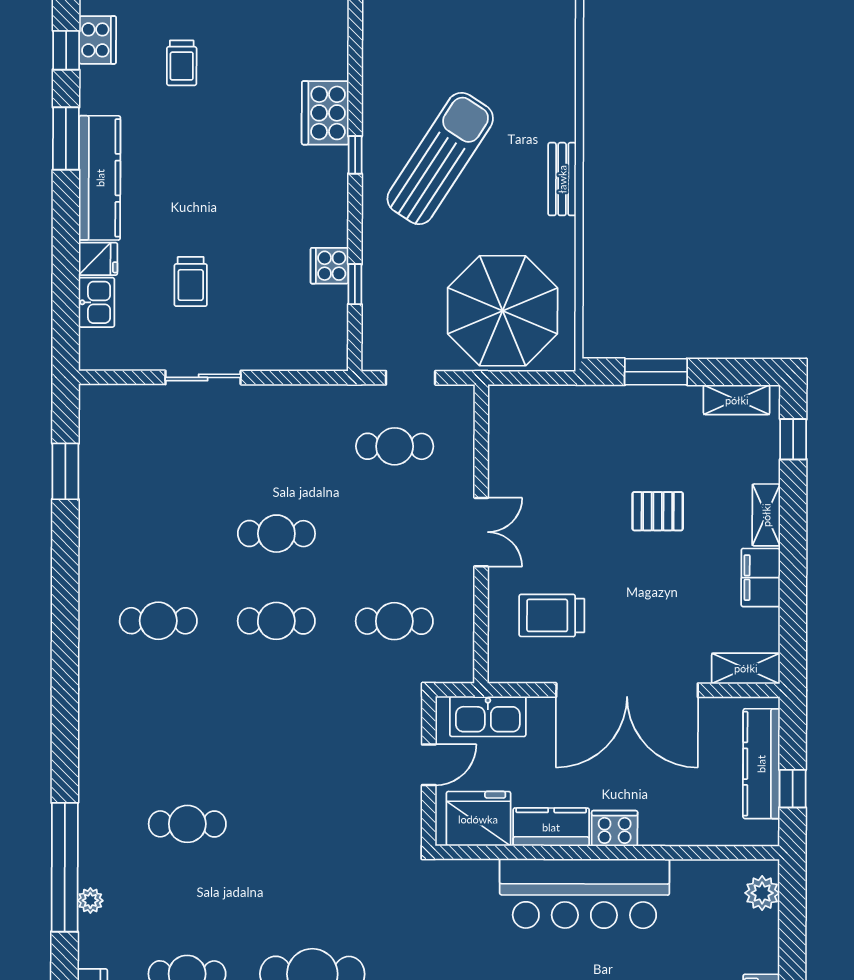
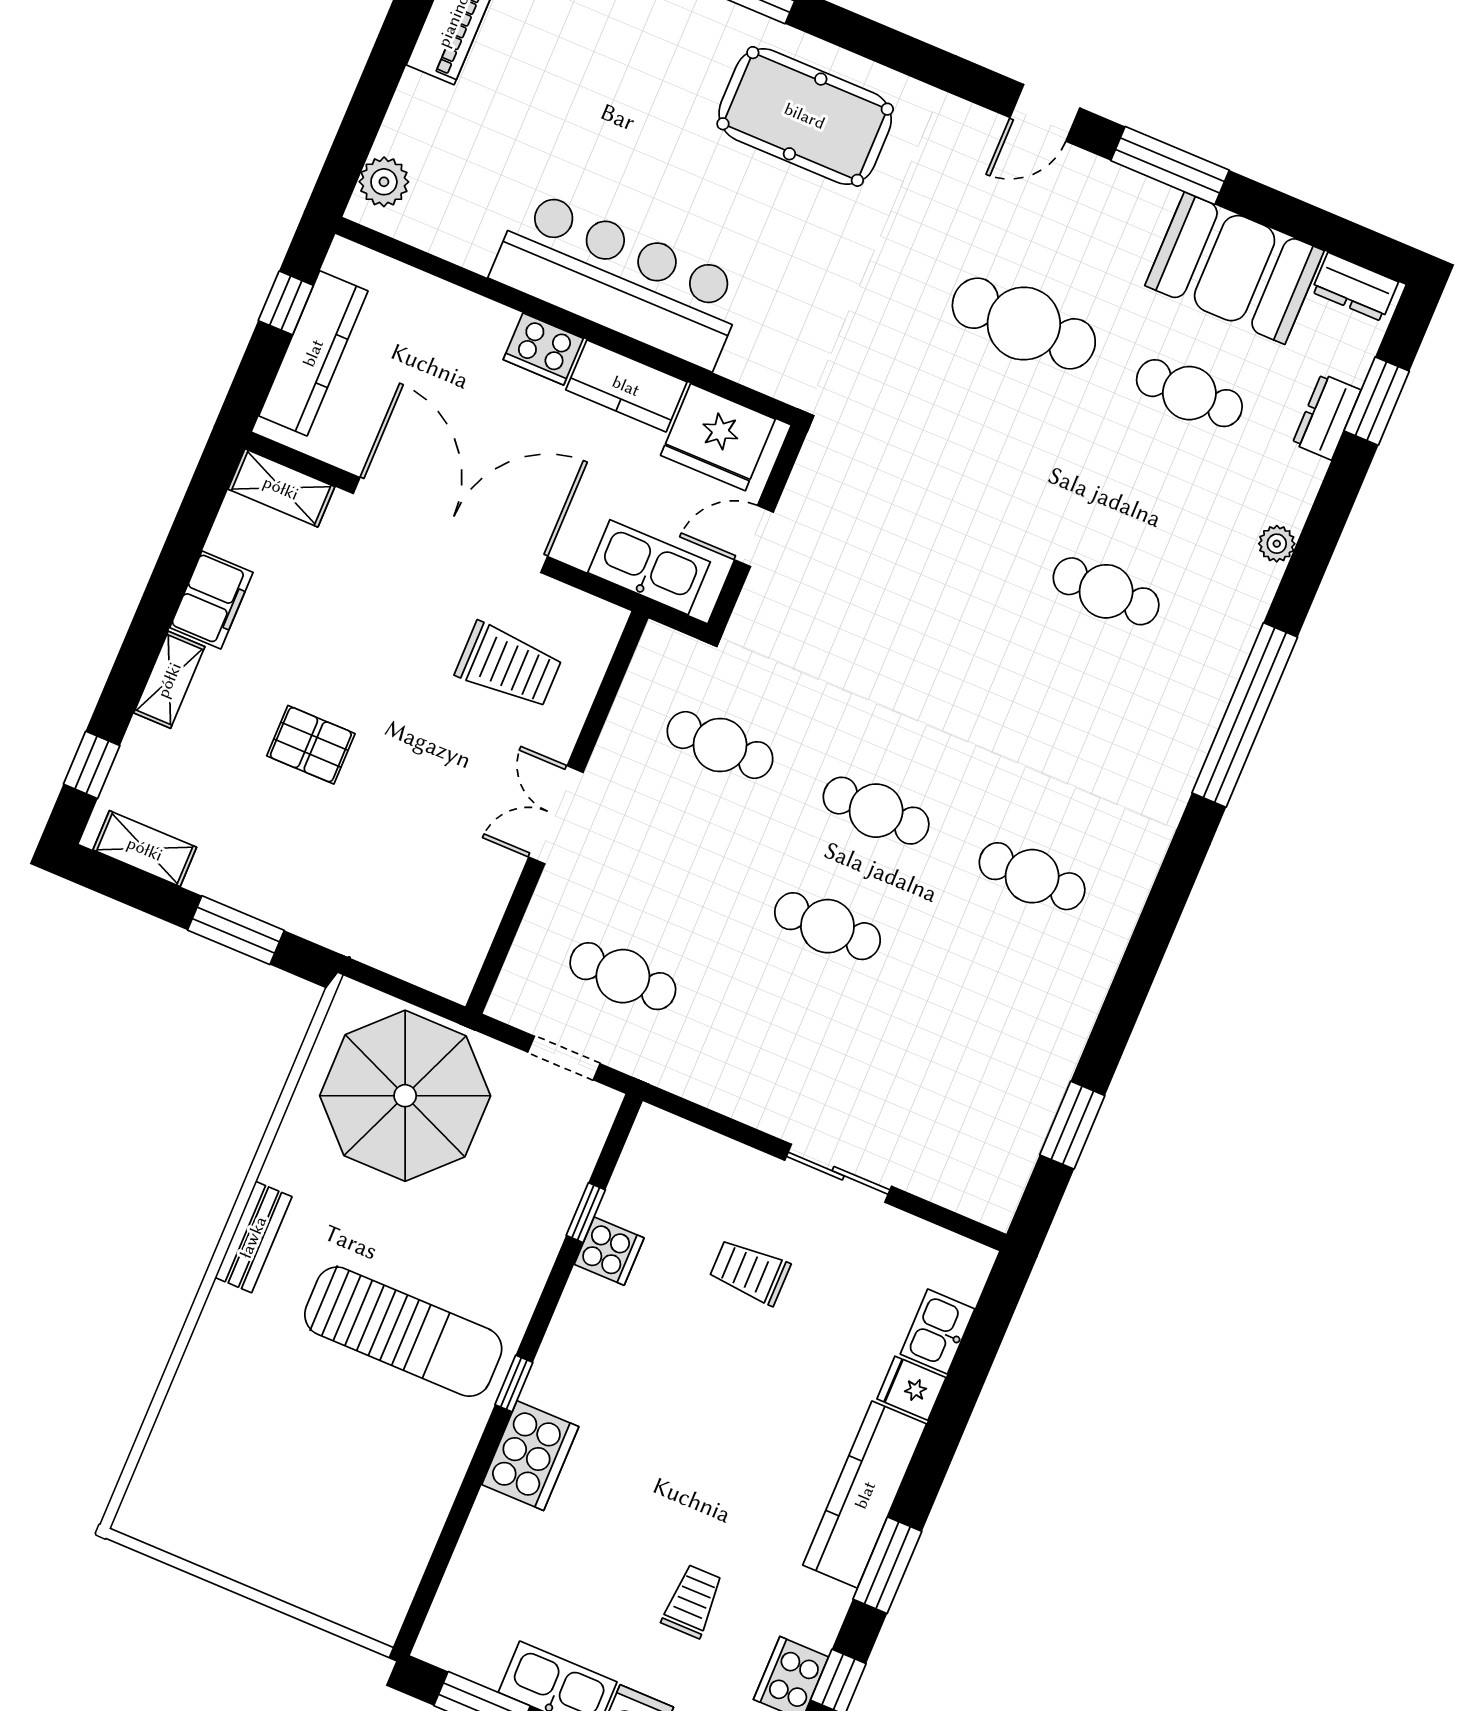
sun lounger: (440, 159) -> (403, 1332), turned -123
trolley: (191, 282) -> (750, 1272), moved, turned -90
window: (65, 867) -> (1245, 715), moved

